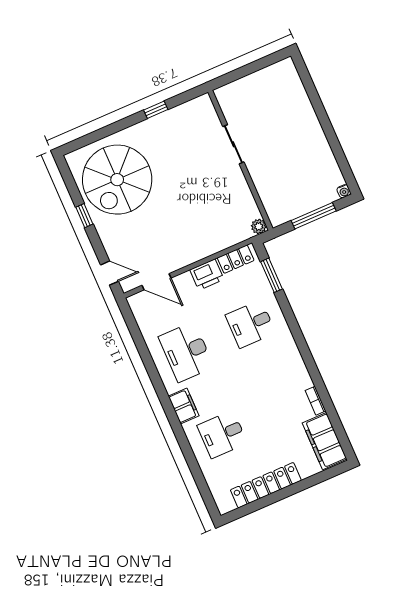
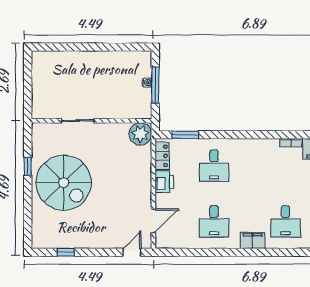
spiral stairs: (117, 180) -> (64, 183), moved
water cooler: (344, 191) -> (147, 83), moved
window: (84, 216) -> (66, 252), moved
plant: (259, 226) -> (140, 134), width x1.88, depth x1.88
desk: (186, 352) -> (214, 221), width x0.73

